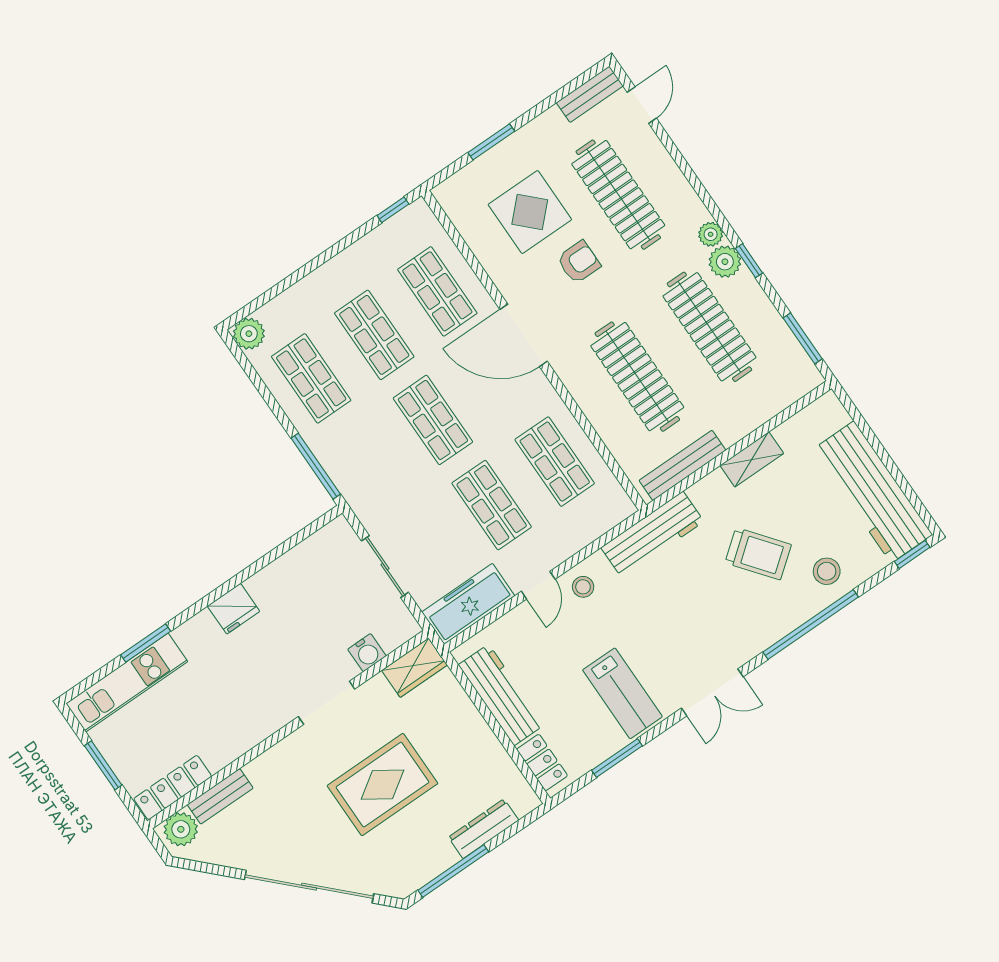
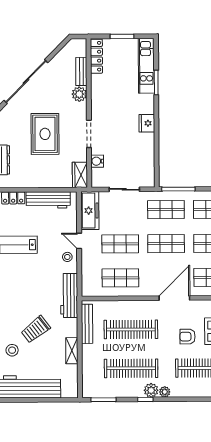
armchair: (579, 262) -> (188, 337), turned 90
shop shelf: (370, 463) -> (166, 210), added
plant: (181, 829) -> (79, 94), moved

